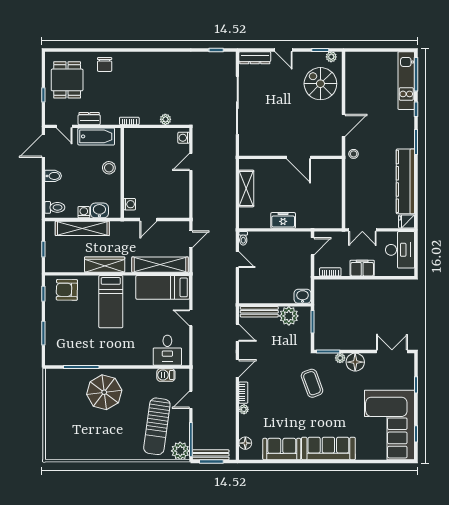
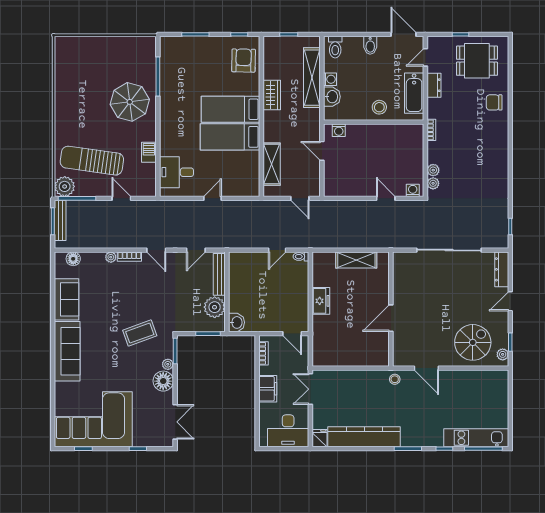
plant: (177, 119) -> (433, 183), added
wardrobe: (105, 265) -> (272, 95), width x0.67
shelving: (160, 265) -> (272, 164), width x0.68
bed: (163, 287) -> (230, 137), moved, turned -90
barbecue: (166, 375) -> (149, 152), moved

